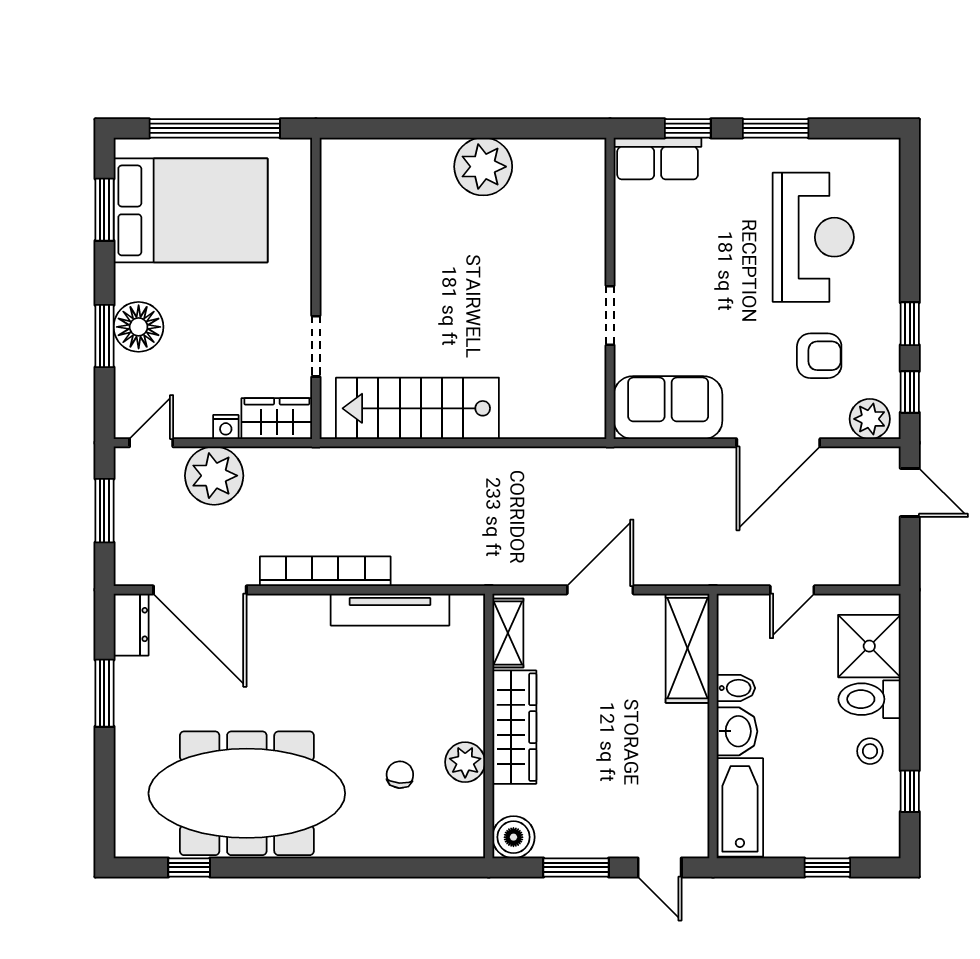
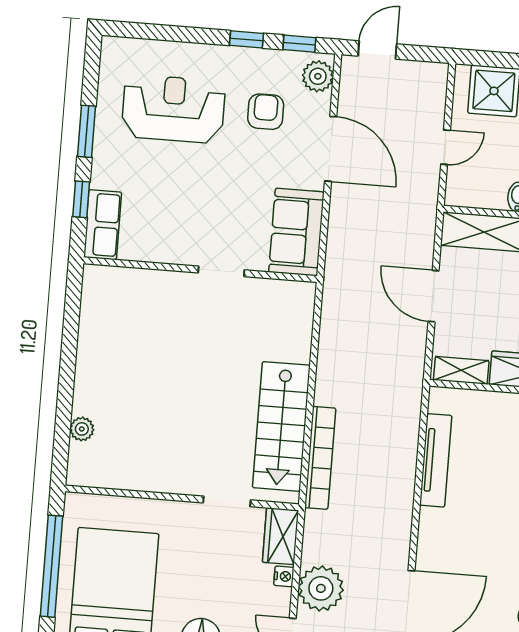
plant: (483, 167) -> (82, 429), moved, width x0.53, depth x0.53
bookcase: (325, 571) -> (320, 458), moved, turned 180
door: (792, 590) -> (446, 147), hinge flipped

